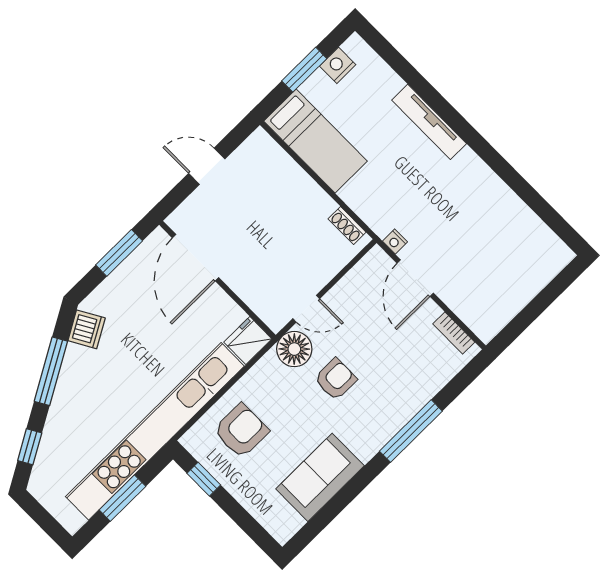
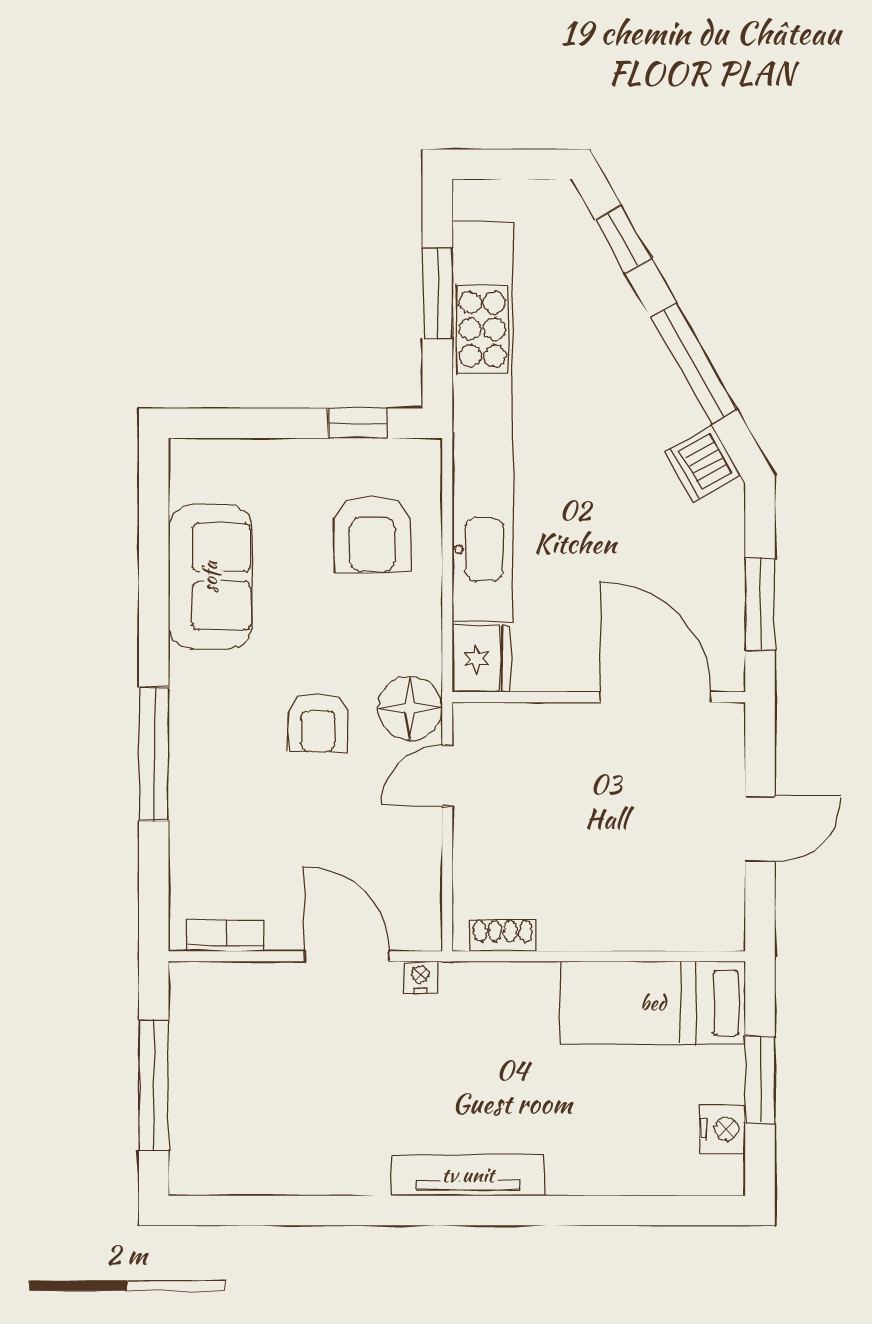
tv unit: (429, 122) -> (468, 1175), moved
window: (540, 303) -> (154, 1085), added

